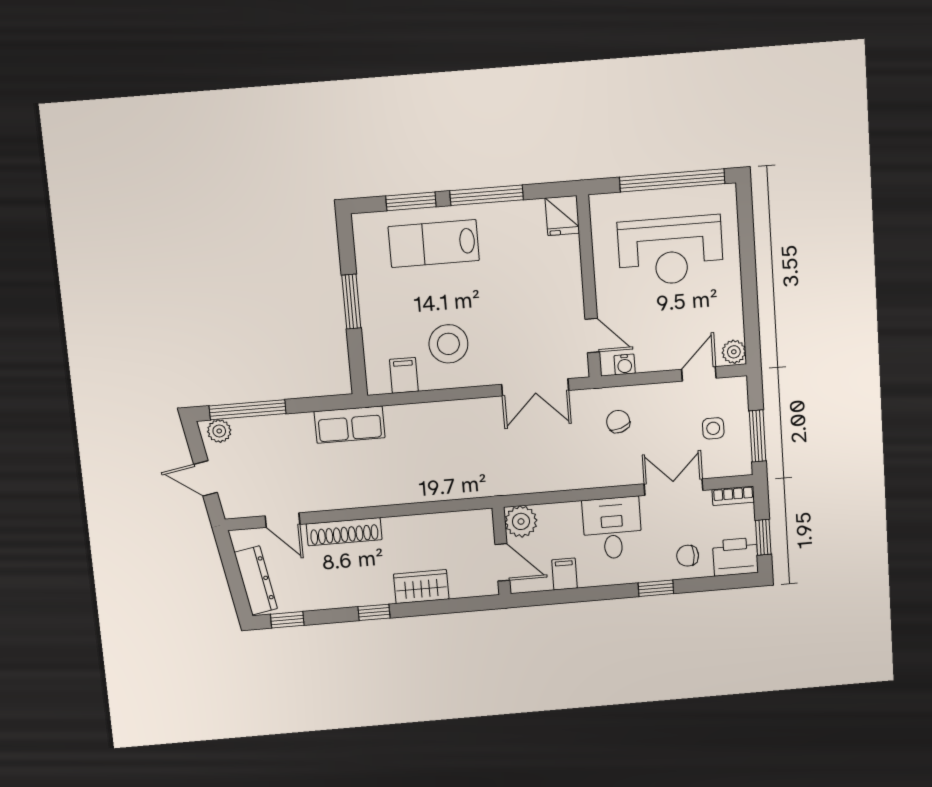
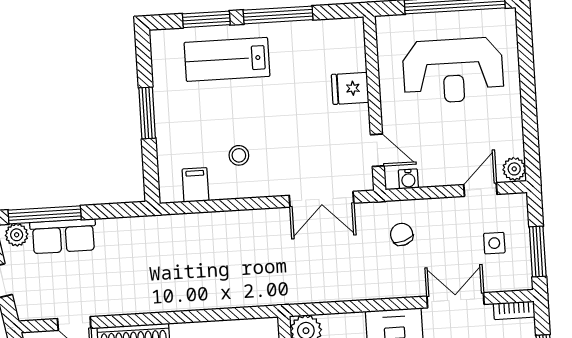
fridge: (562, 216) -> (350, 88), moved, turned 90
stool: (448, 344) -> (239, 155), width x0.53, depth x0.53
row of seats: (350, 425) -> (63, 236), moved

